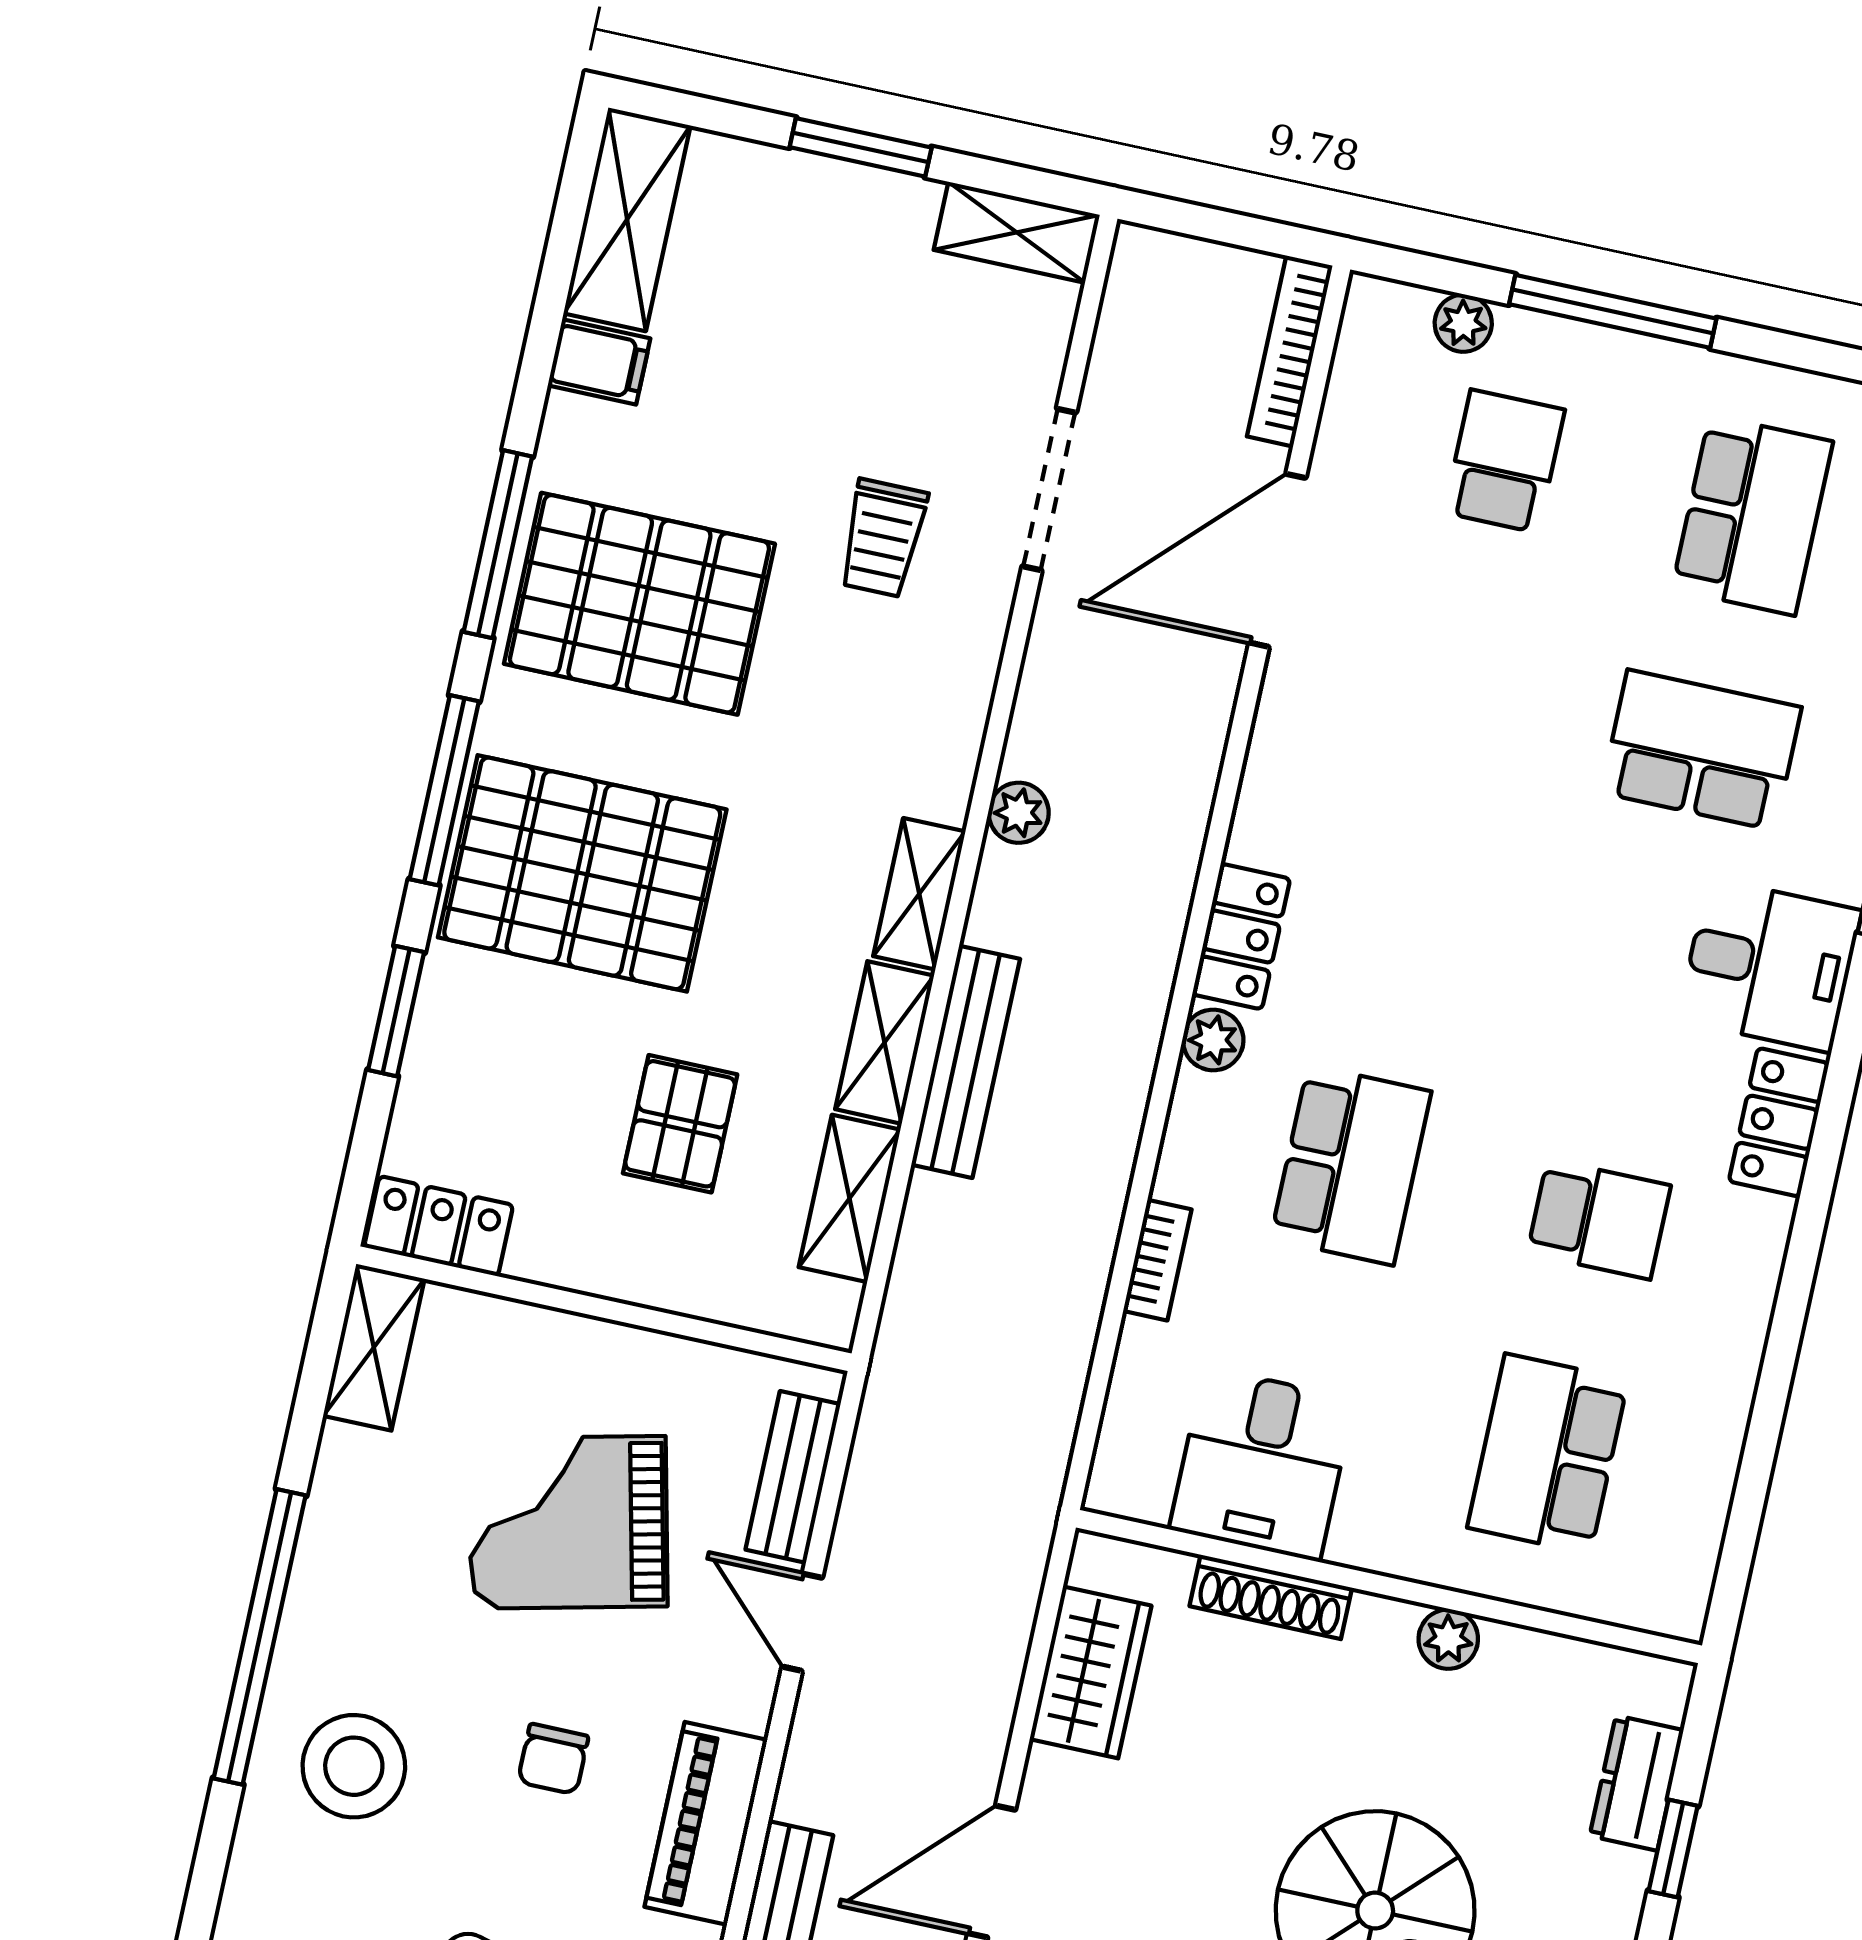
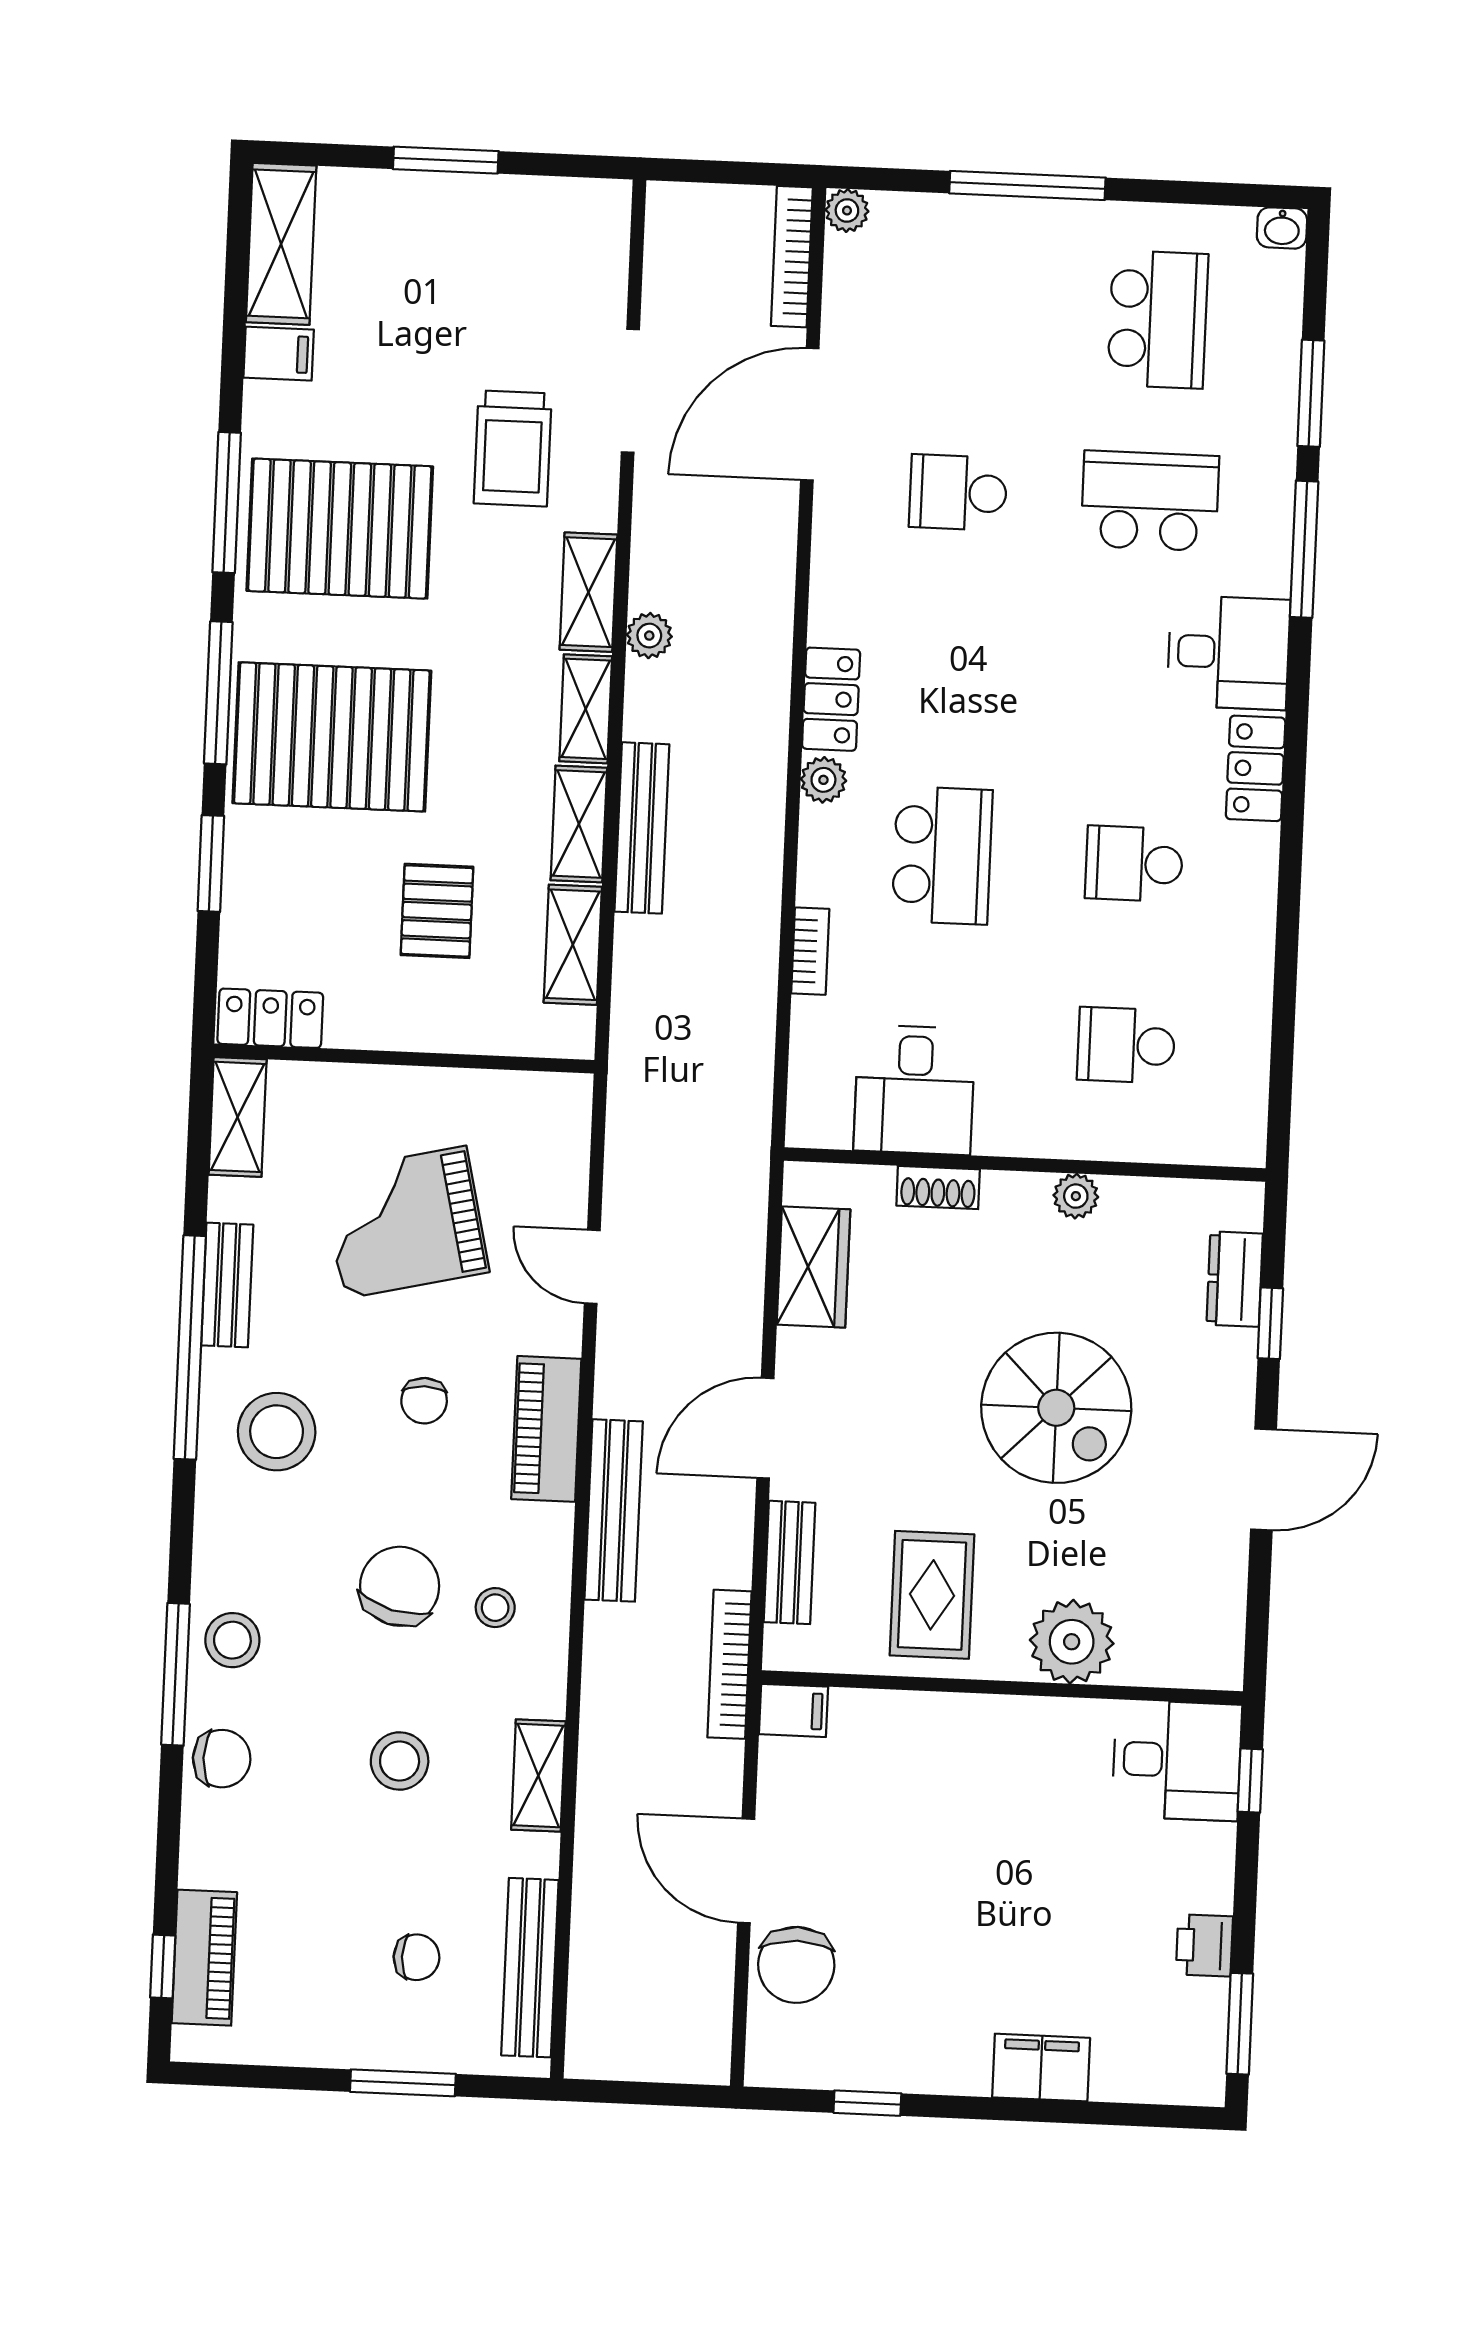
shelving: (1017, 232) -> (588, 592), moved, turned 90
plant: (1463, 323) -> (847, 211), moved
school desk: (1504, 461) -> (958, 493), moved, turned -90
trolley: (883, 538) -> (513, 448), width x1.36, depth x1.39
school desk: (1599, 1219) -> (1134, 864), turned 180
school desk: (1548, 1454) -> (1126, 1045), width x0.54
bench: (793, 1477) -> (227, 1285), moved
shoe rack: (1271, 1597) -> (938, 1187), width x0.70

